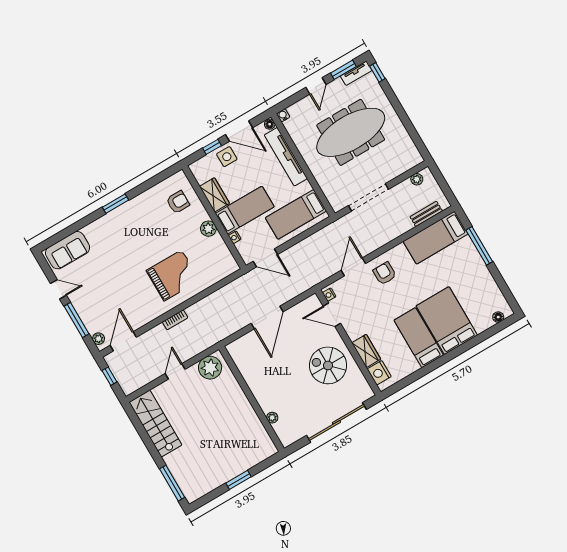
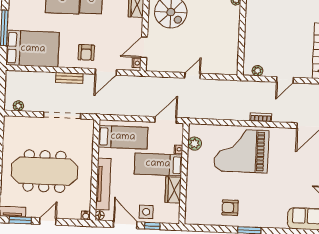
armchair: (178, 202) -> (230, 208), moved
bench: (426, 214) -> (69, 78), moved
plant: (208, 229) -> (195, 144), moved
bed: (436, 238) -> (33, 49), width x1.50
door: (265, 258) -> (166, 120), hinge flipped
grand piano: (173, 275) -> (241, 151), width x1.37, depth x1.48
door: (332, 315) -> (144, 47), swing flipped
door: (267, 317) -> (193, 76), width x0.53
plant: (210, 368) -> (258, 71), width x0.53, depth x0.53

